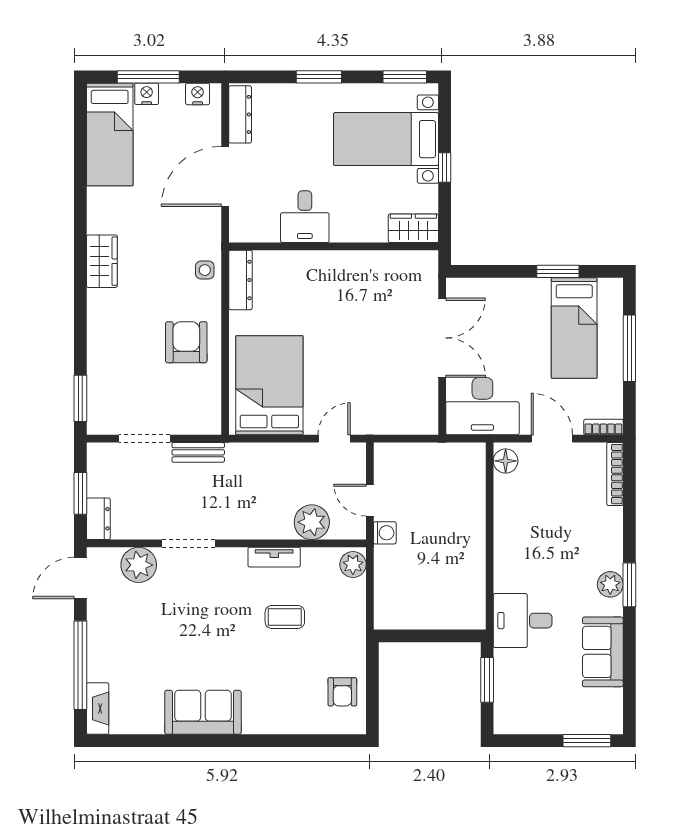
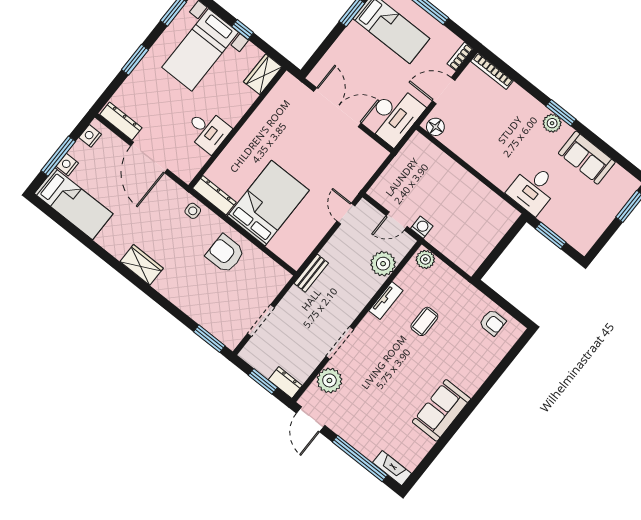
bed: (269, 385) -> (268, 203), moved, turned 90
bench: (198, 452) -> (311, 273), moved

